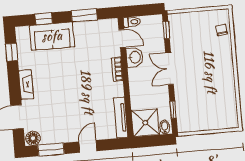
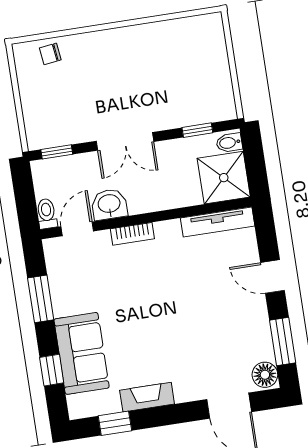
fireplace: (26, 85) -> (147, 397), moved

